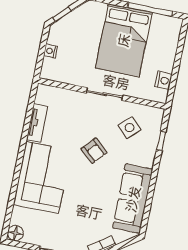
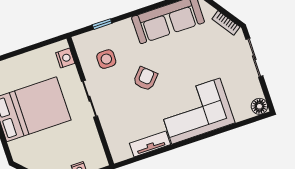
nightstand: (163, 80) -> (65, 58), moved, turned 90
side table: (130, 128) -> (106, 59), turned 45

